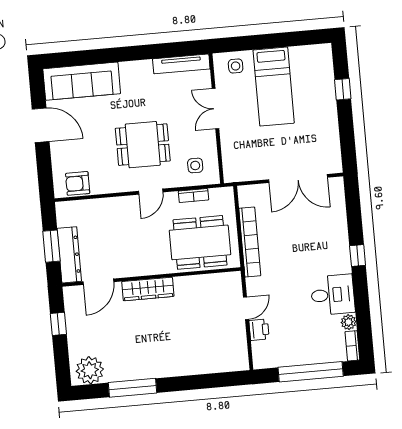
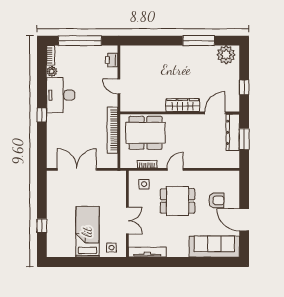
armchair: (78, 183) -> (216, 200), moved
desk: (333, 295) -> (61, 95), width x1.37
door: (246, 308) -> (119, 87), hinge flipped
printer: (259, 330) -> (112, 60), moved

